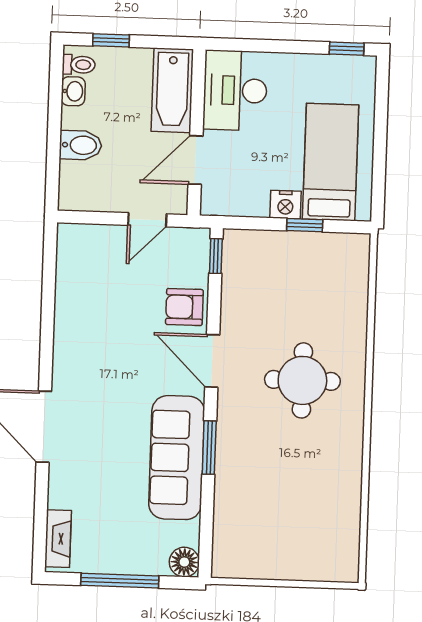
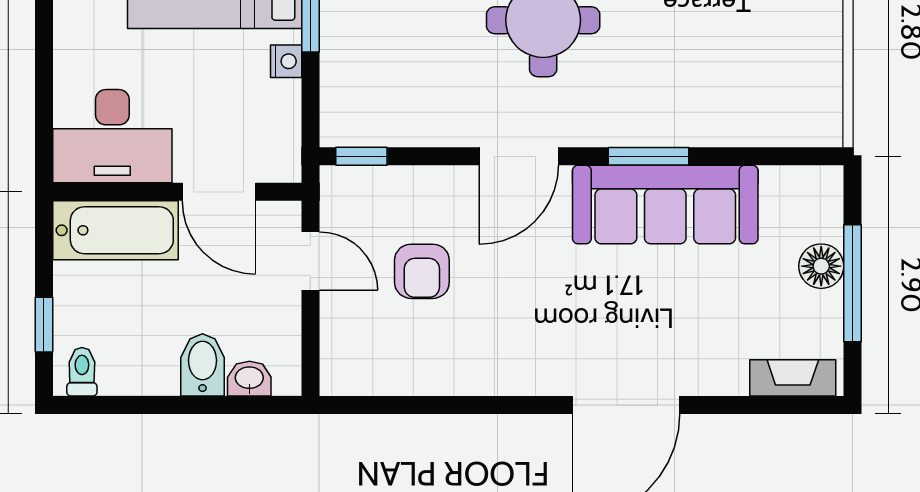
washbasin: (73, 91) -> (249, 379), moved
nightstand: (285, 205) -> (286, 61), width x0.72, depth x0.74
armchair: (184, 307) -> (422, 271), moved
floor lamp: (184, 562) -> (821, 266), moved

